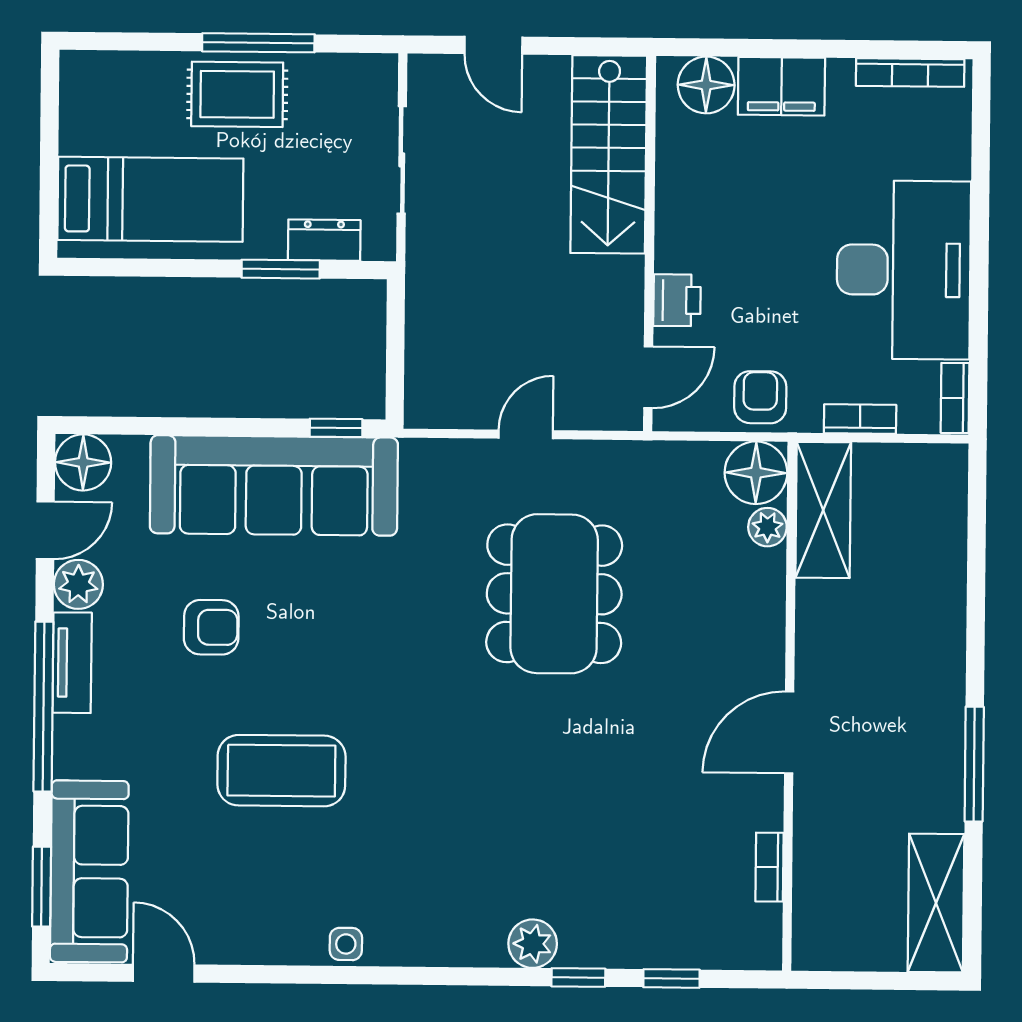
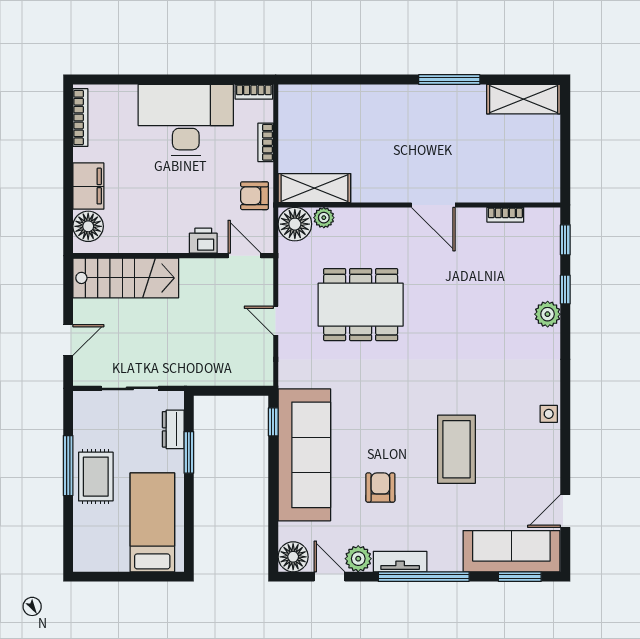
floor lamp: (756, 473) -> (295, 224), moved
shelving: (823, 510) -> (314, 188), moved
plant: (767, 527) -> (324, 218), moved
wall: (789, 706) -> (419, 205), moved
door: (789, 732) -> (433, 205), moved
bookcase: (769, 867) -> (505, 215), moved

